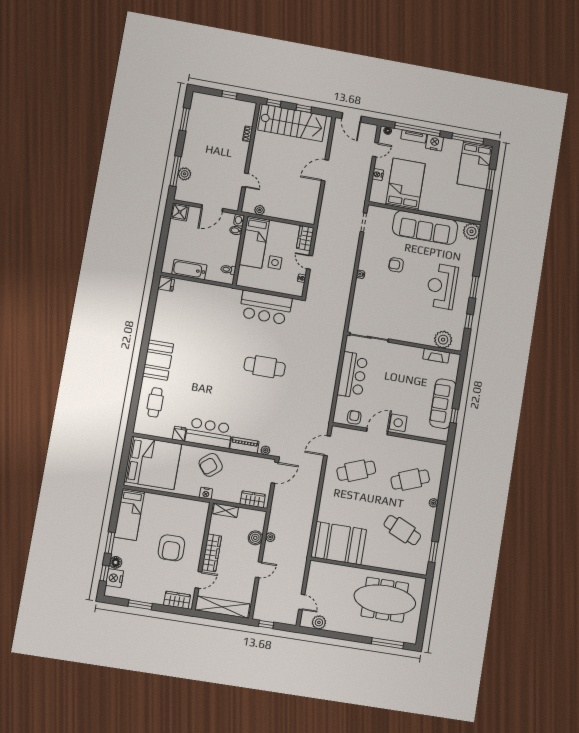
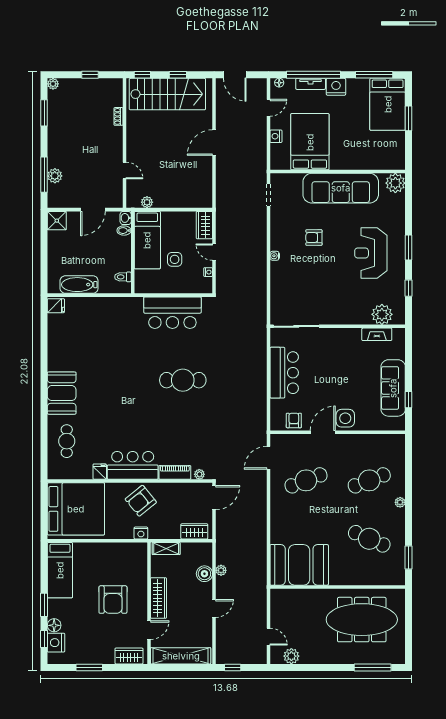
plant: (197, 97) -> (53, 84), added

